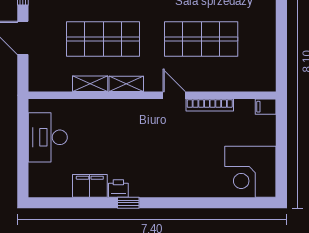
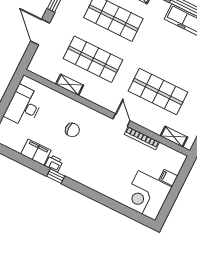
shelving: (126, 84) -> (174, 137), moved
filing cabinet: (266, 107) -> (168, 178), moved
chair: (121, 137) -> (72, 130), added

